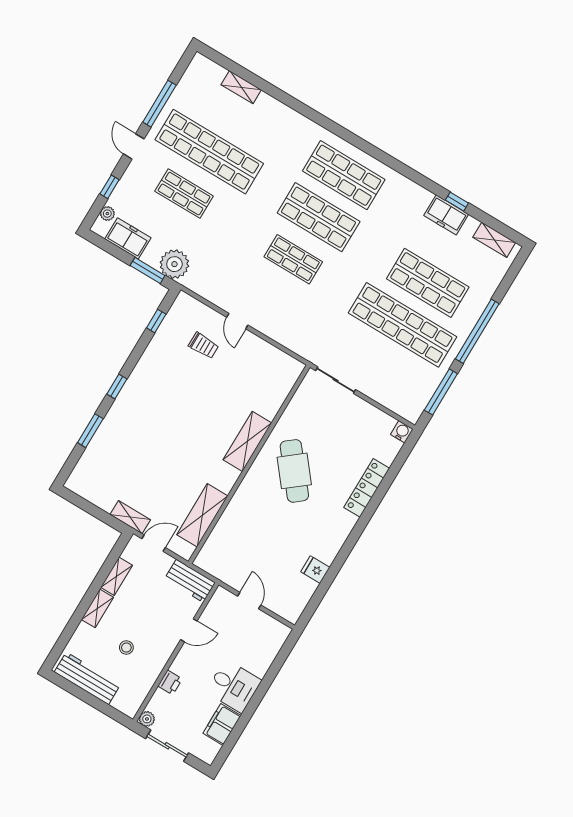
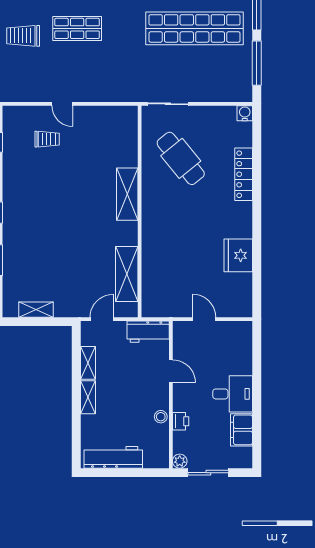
trolley: (239, 236) -> (23, 36), added
cafe table: (294, 471) -> (181, 158), moved
shelving: (130, 517) -> (36, 310), moved
fridge: (315, 570) -> (238, 255), width x1.88, depth x1.34
door: (189, 630) -> (171, 371), hinge flipped
stool: (126, 648) -> (161, 417), moved

